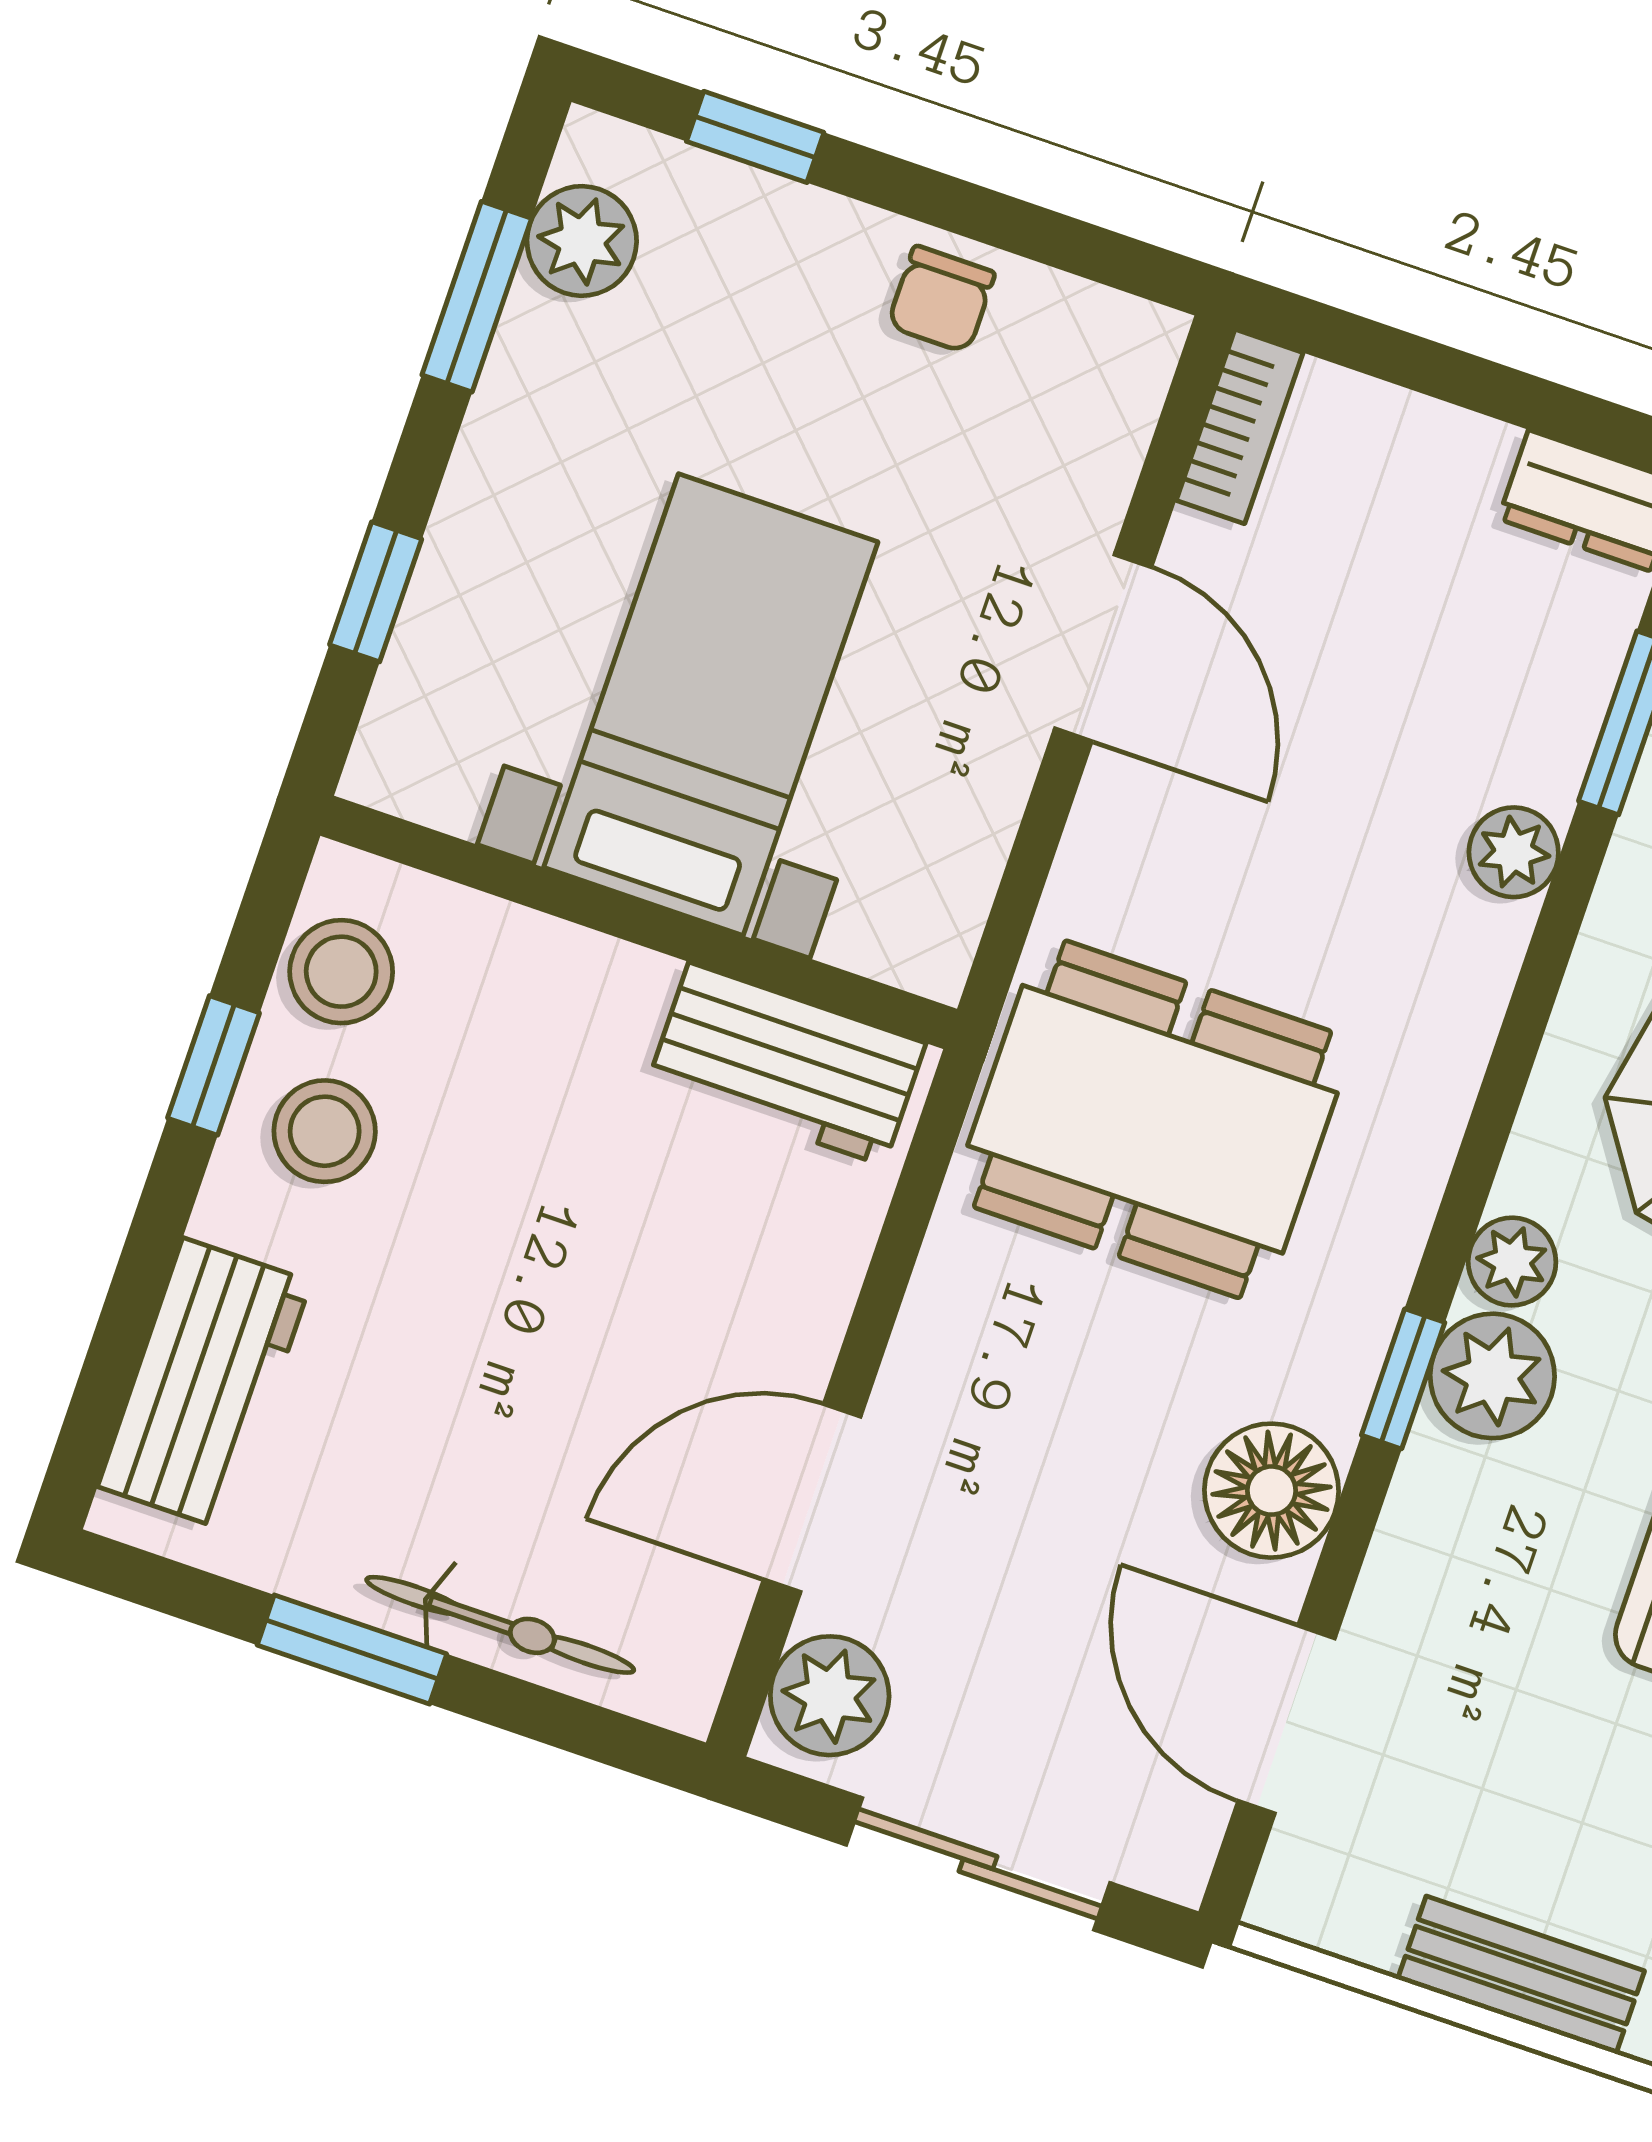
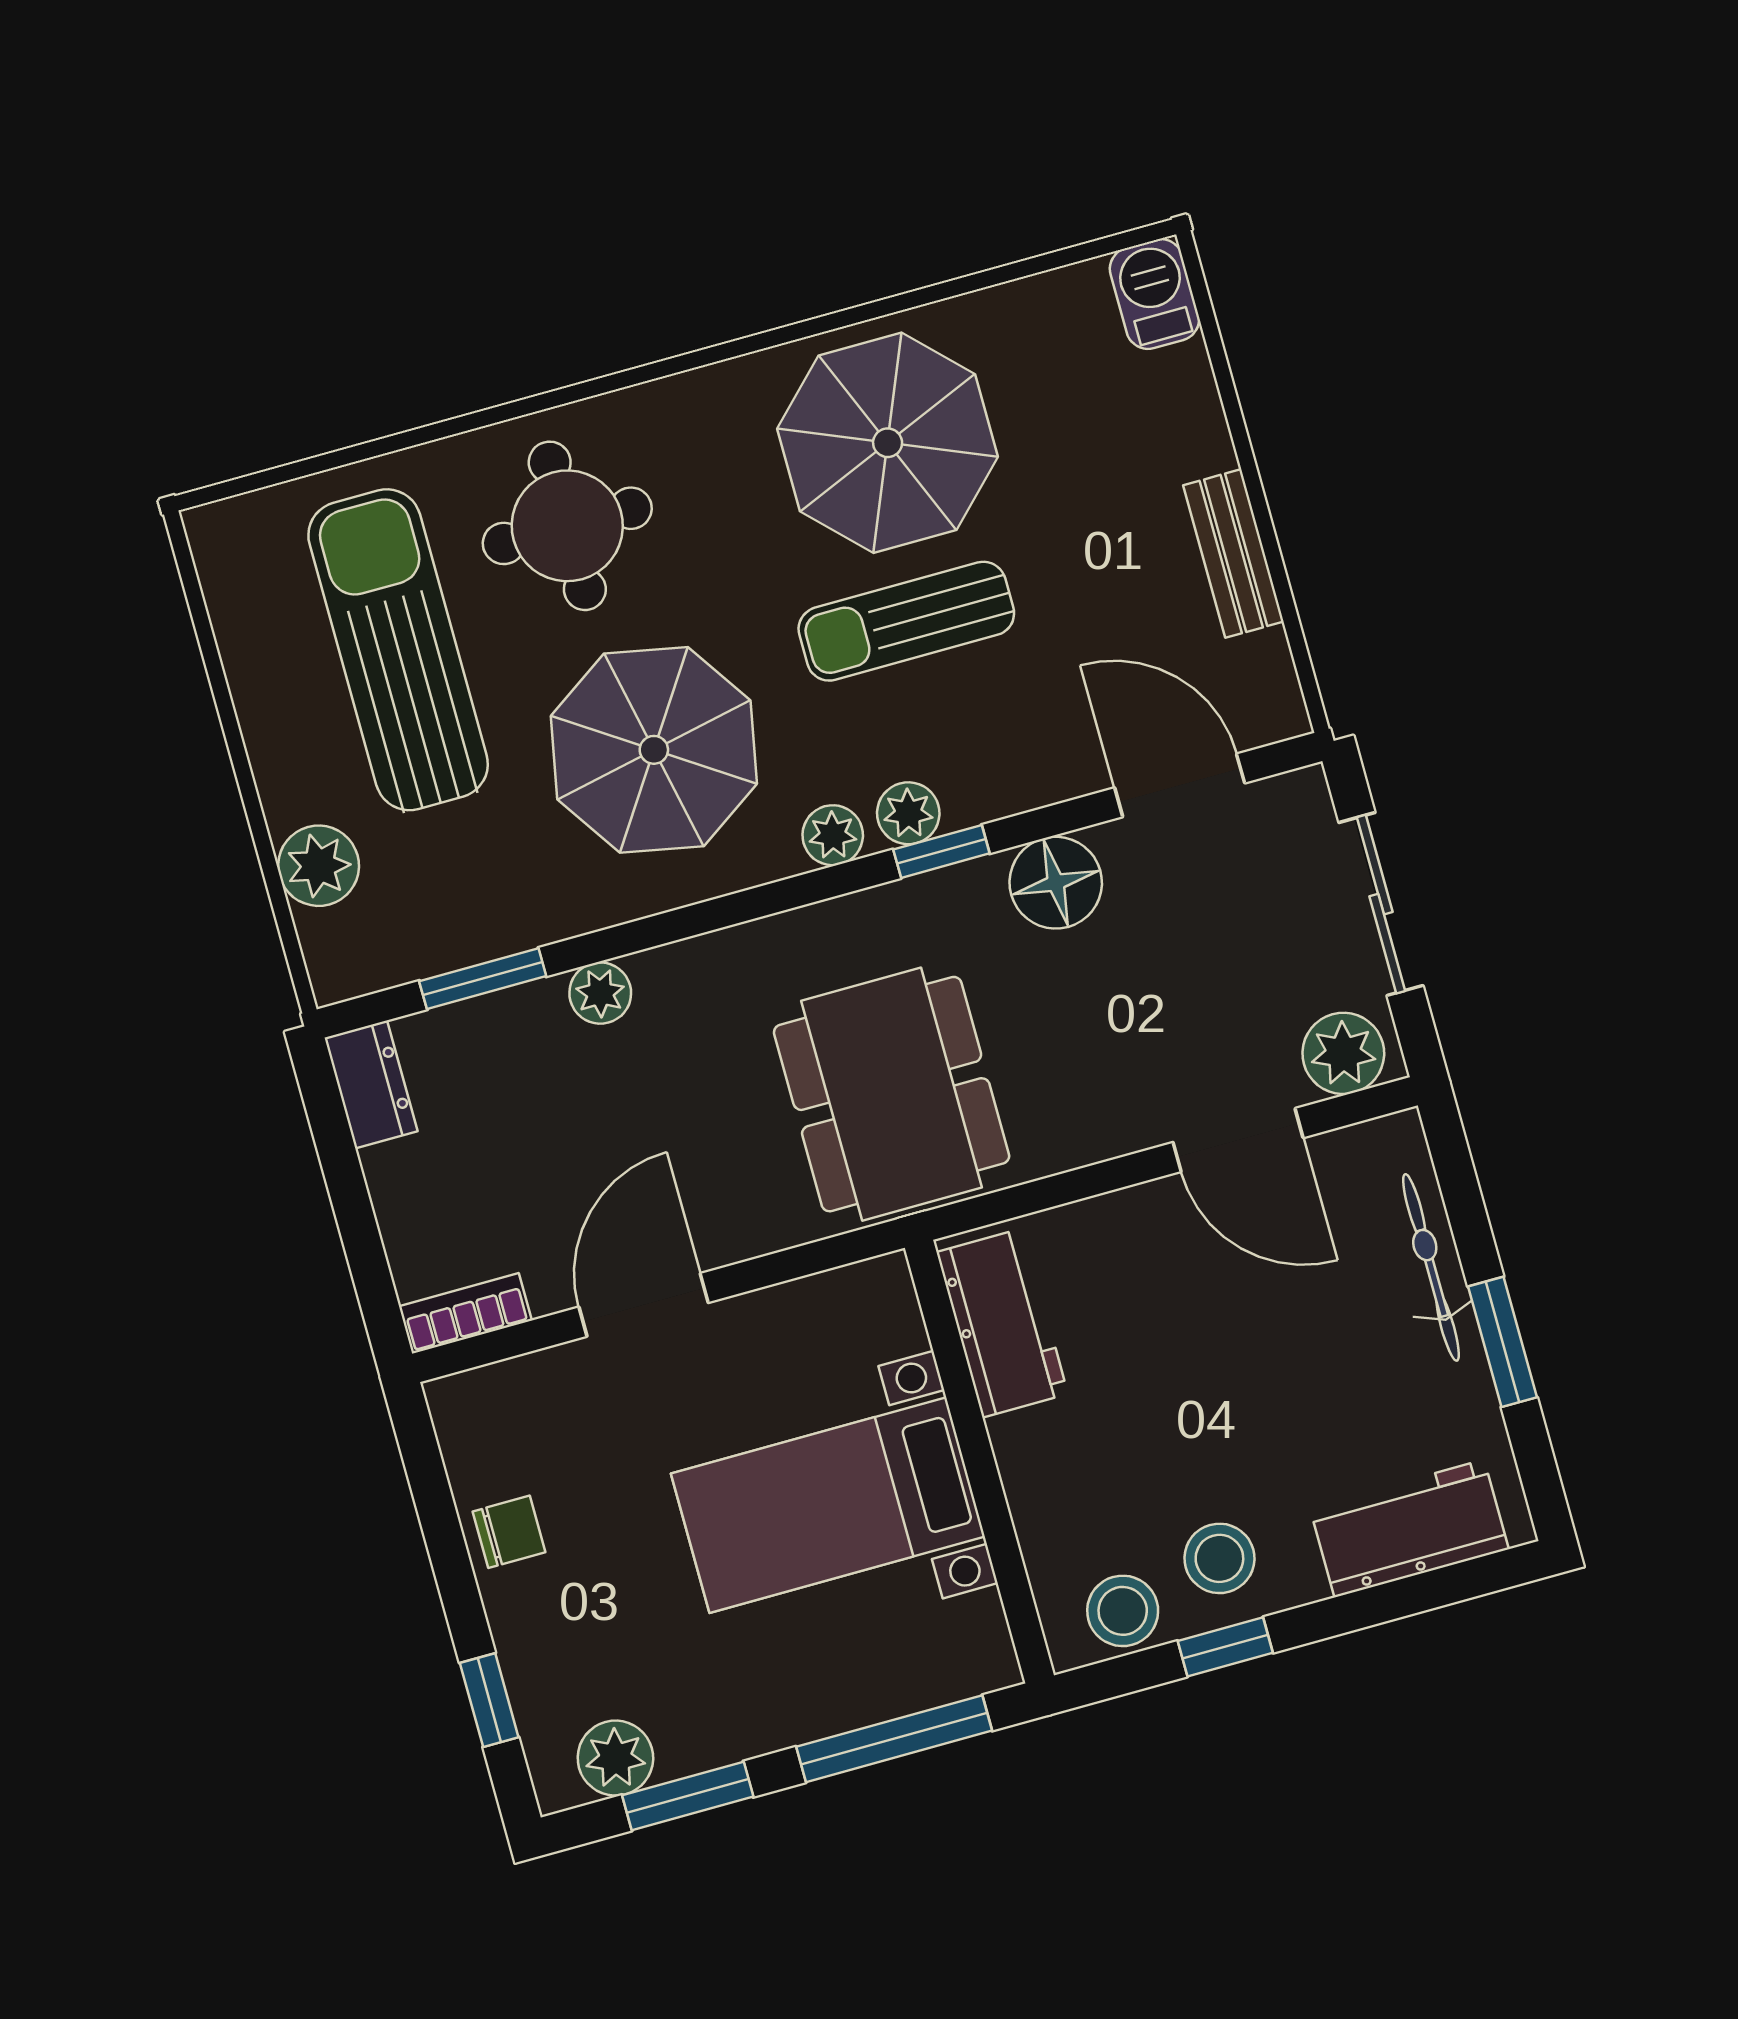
window: (376, 592) -> (894, 1739), width x2.17
plant: (1492, 1376) -> (908, 813), width x0.73, depth x0.73
door: (1286, 1720) -> (1180, 785), swing flipped

